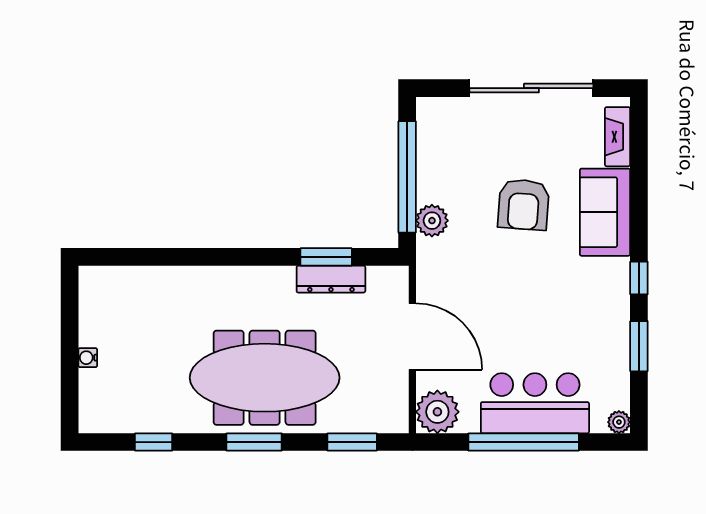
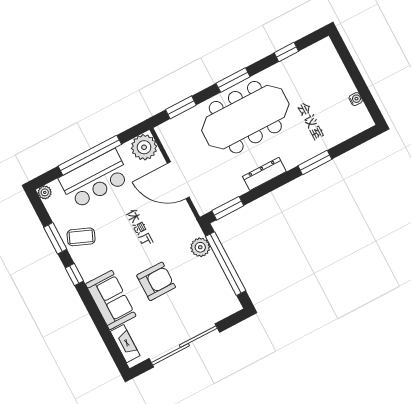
armchair: (524, 205) -> (156, 281), turned 86
window: (197, 257) -> (315, 162), added
window: (326, 257) -> (228, 208), moved
dresser: (331, 279) -> (264, 174), moved
coffee table: (600, 328) -> (81, 237), added
water cooler: (88, 358) -> (356, 99), moved

